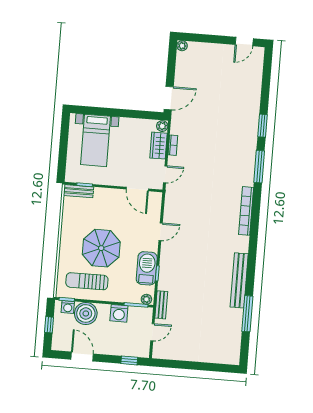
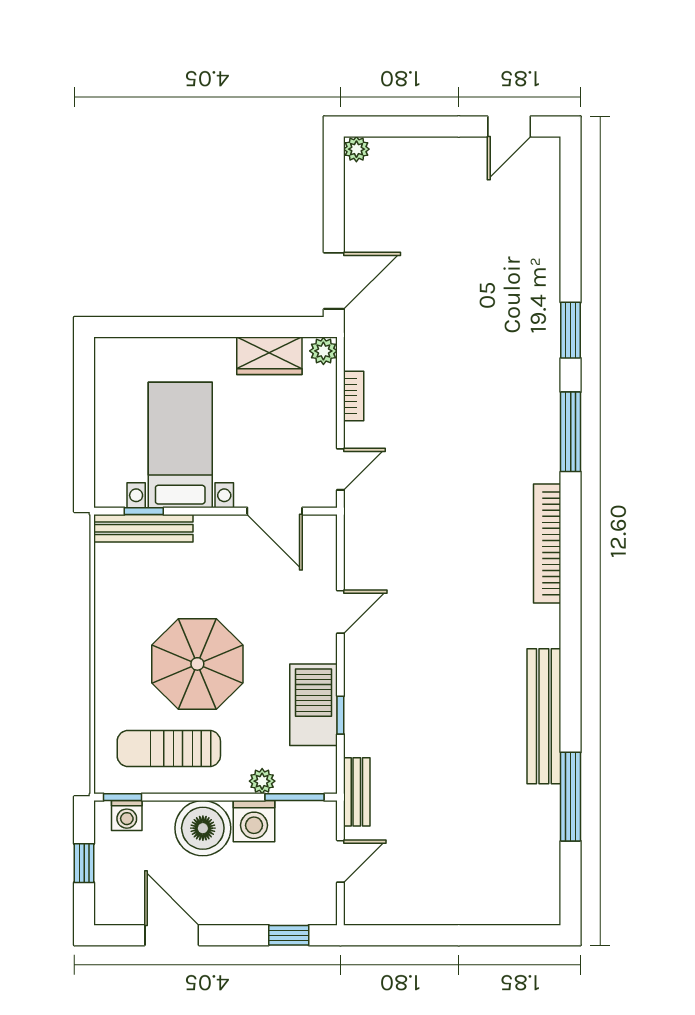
bed with nightstands: (96, 140) -> (180, 445), moved, turned 180
wardrobe: (159, 146) -> (269, 356), moved, turned -90
bench: (79, 191) -> (143, 528), width x1.36
plant: (146, 299) -> (262, 781), moved
boiler: (86, 313) -> (203, 828), moved

